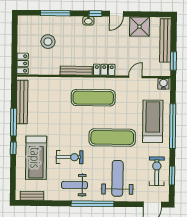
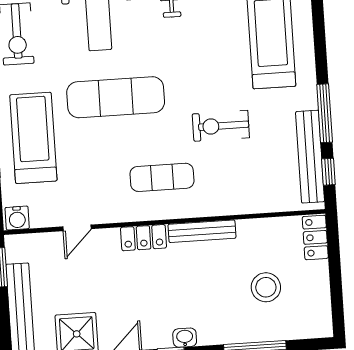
exercise mat: (93, 98) -> (162, 177), width x0.73, depth x0.69
treadmill: (153, 121) -> (33, 138), turned 180
window: (13, 148) -> (328, 172), moved
exercise bike: (70, 157) -> (221, 126), moved

